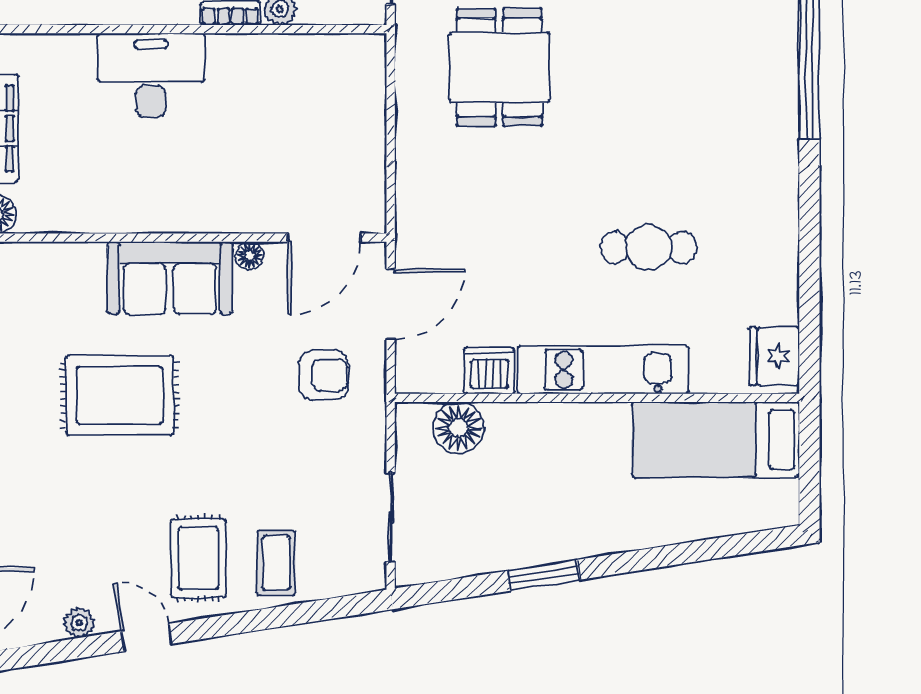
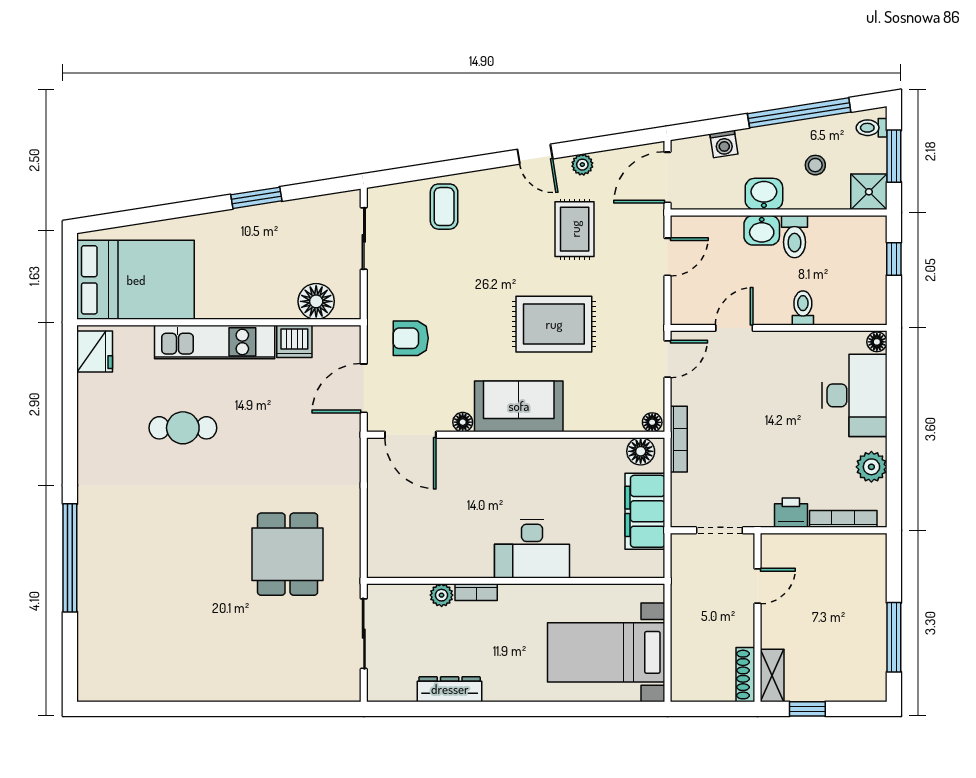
door: (324, 238) -> (410, 435), swing flipped
bed: (716, 440) -> (136, 280), width x1.50
rug: (198, 558) -> (575, 229), moved

